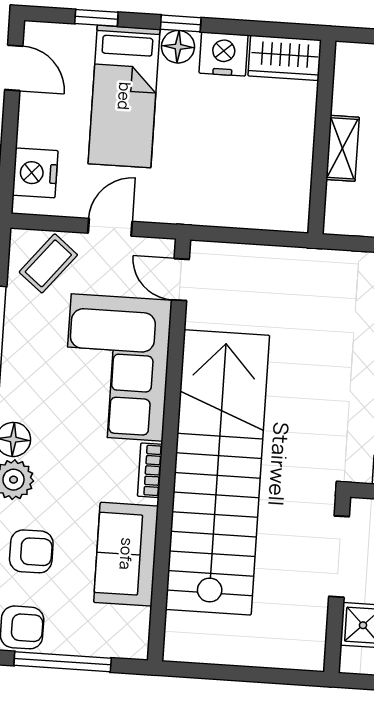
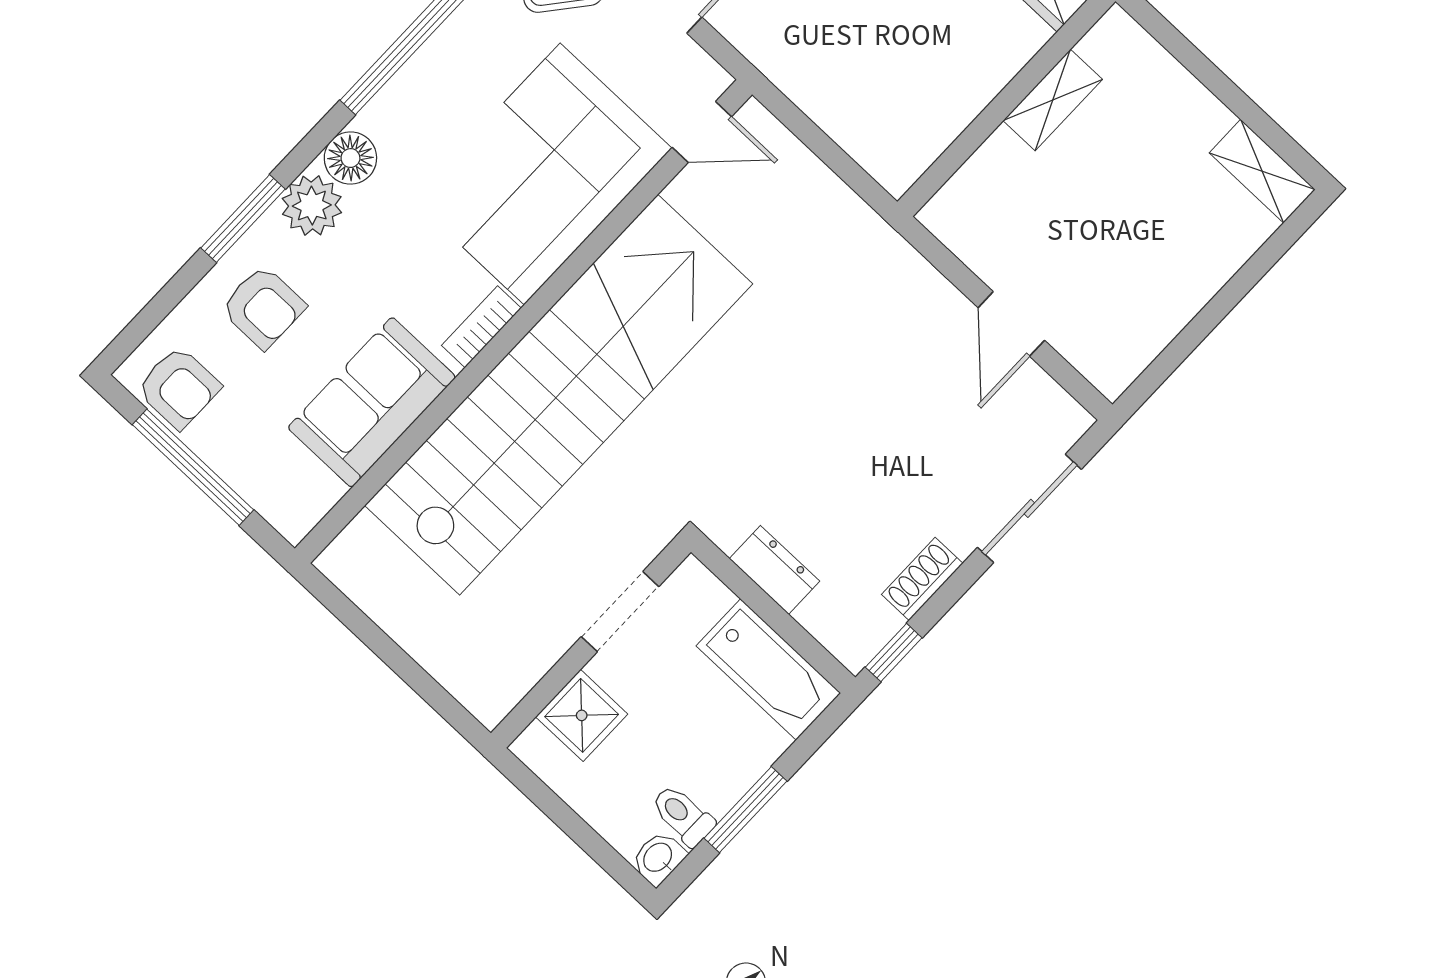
shelving: (343, 148) -> (1053, 100), moved
door: (180, 280) -> (702, 132), swing flipped
doorway: (339, 557) -> (620, 612), width x0.73

